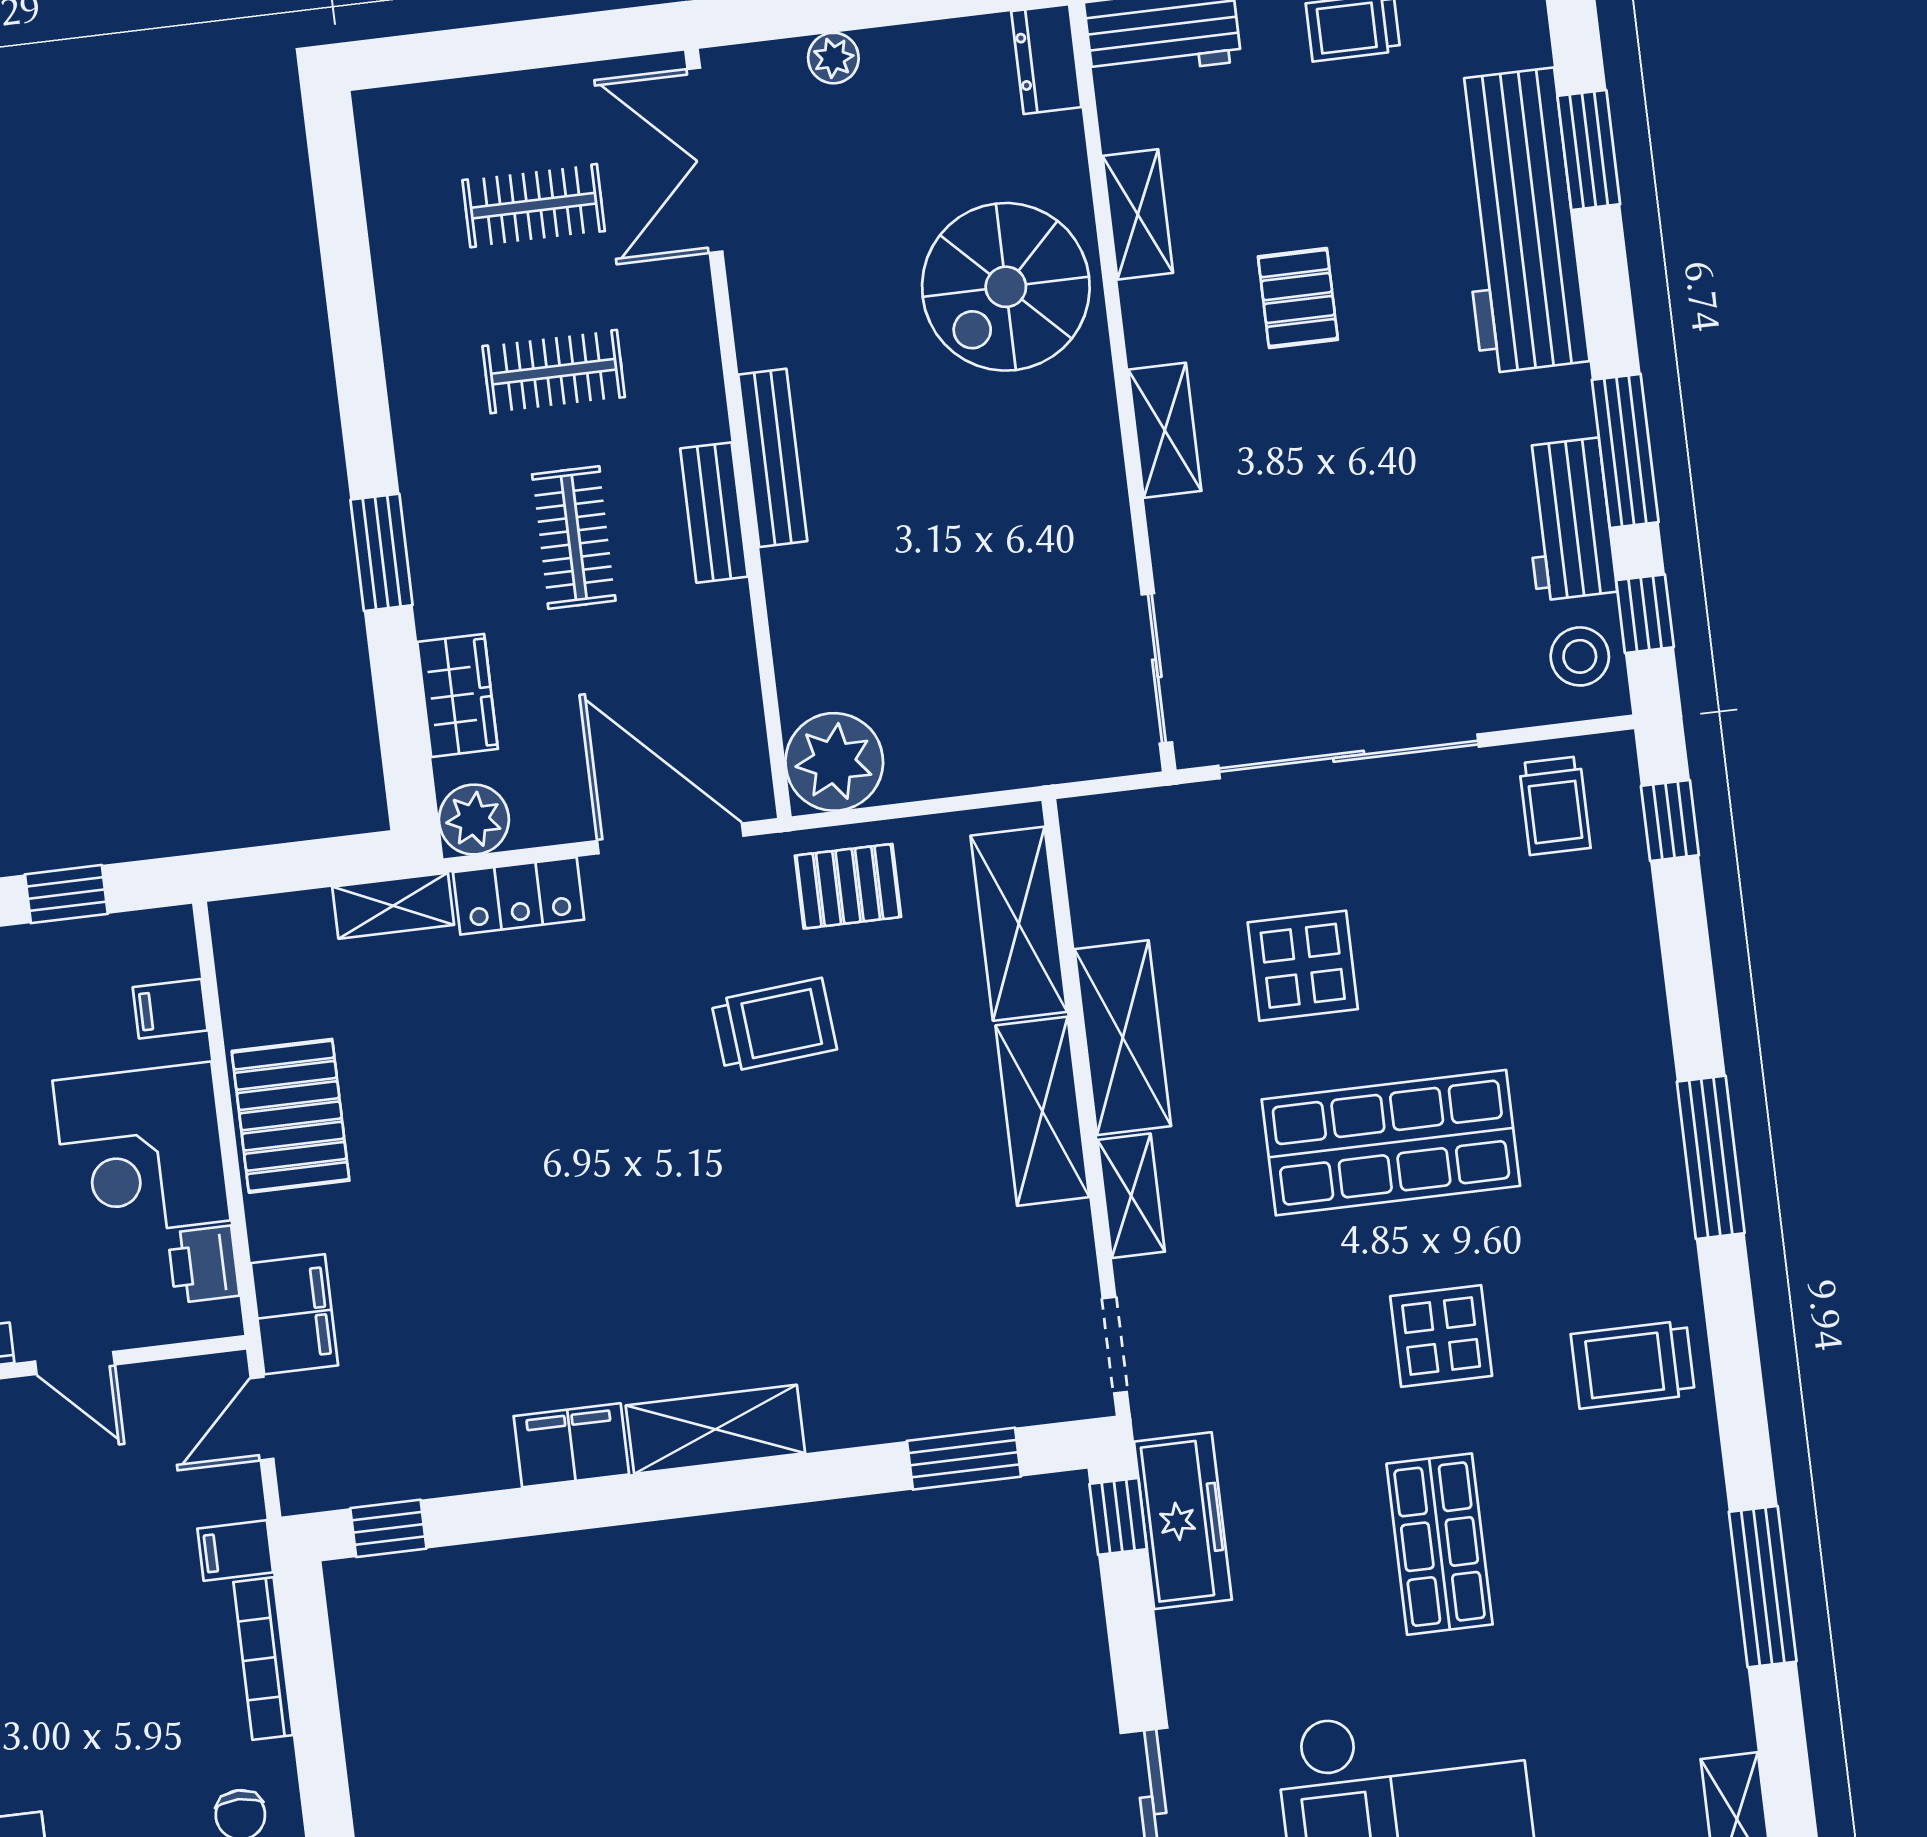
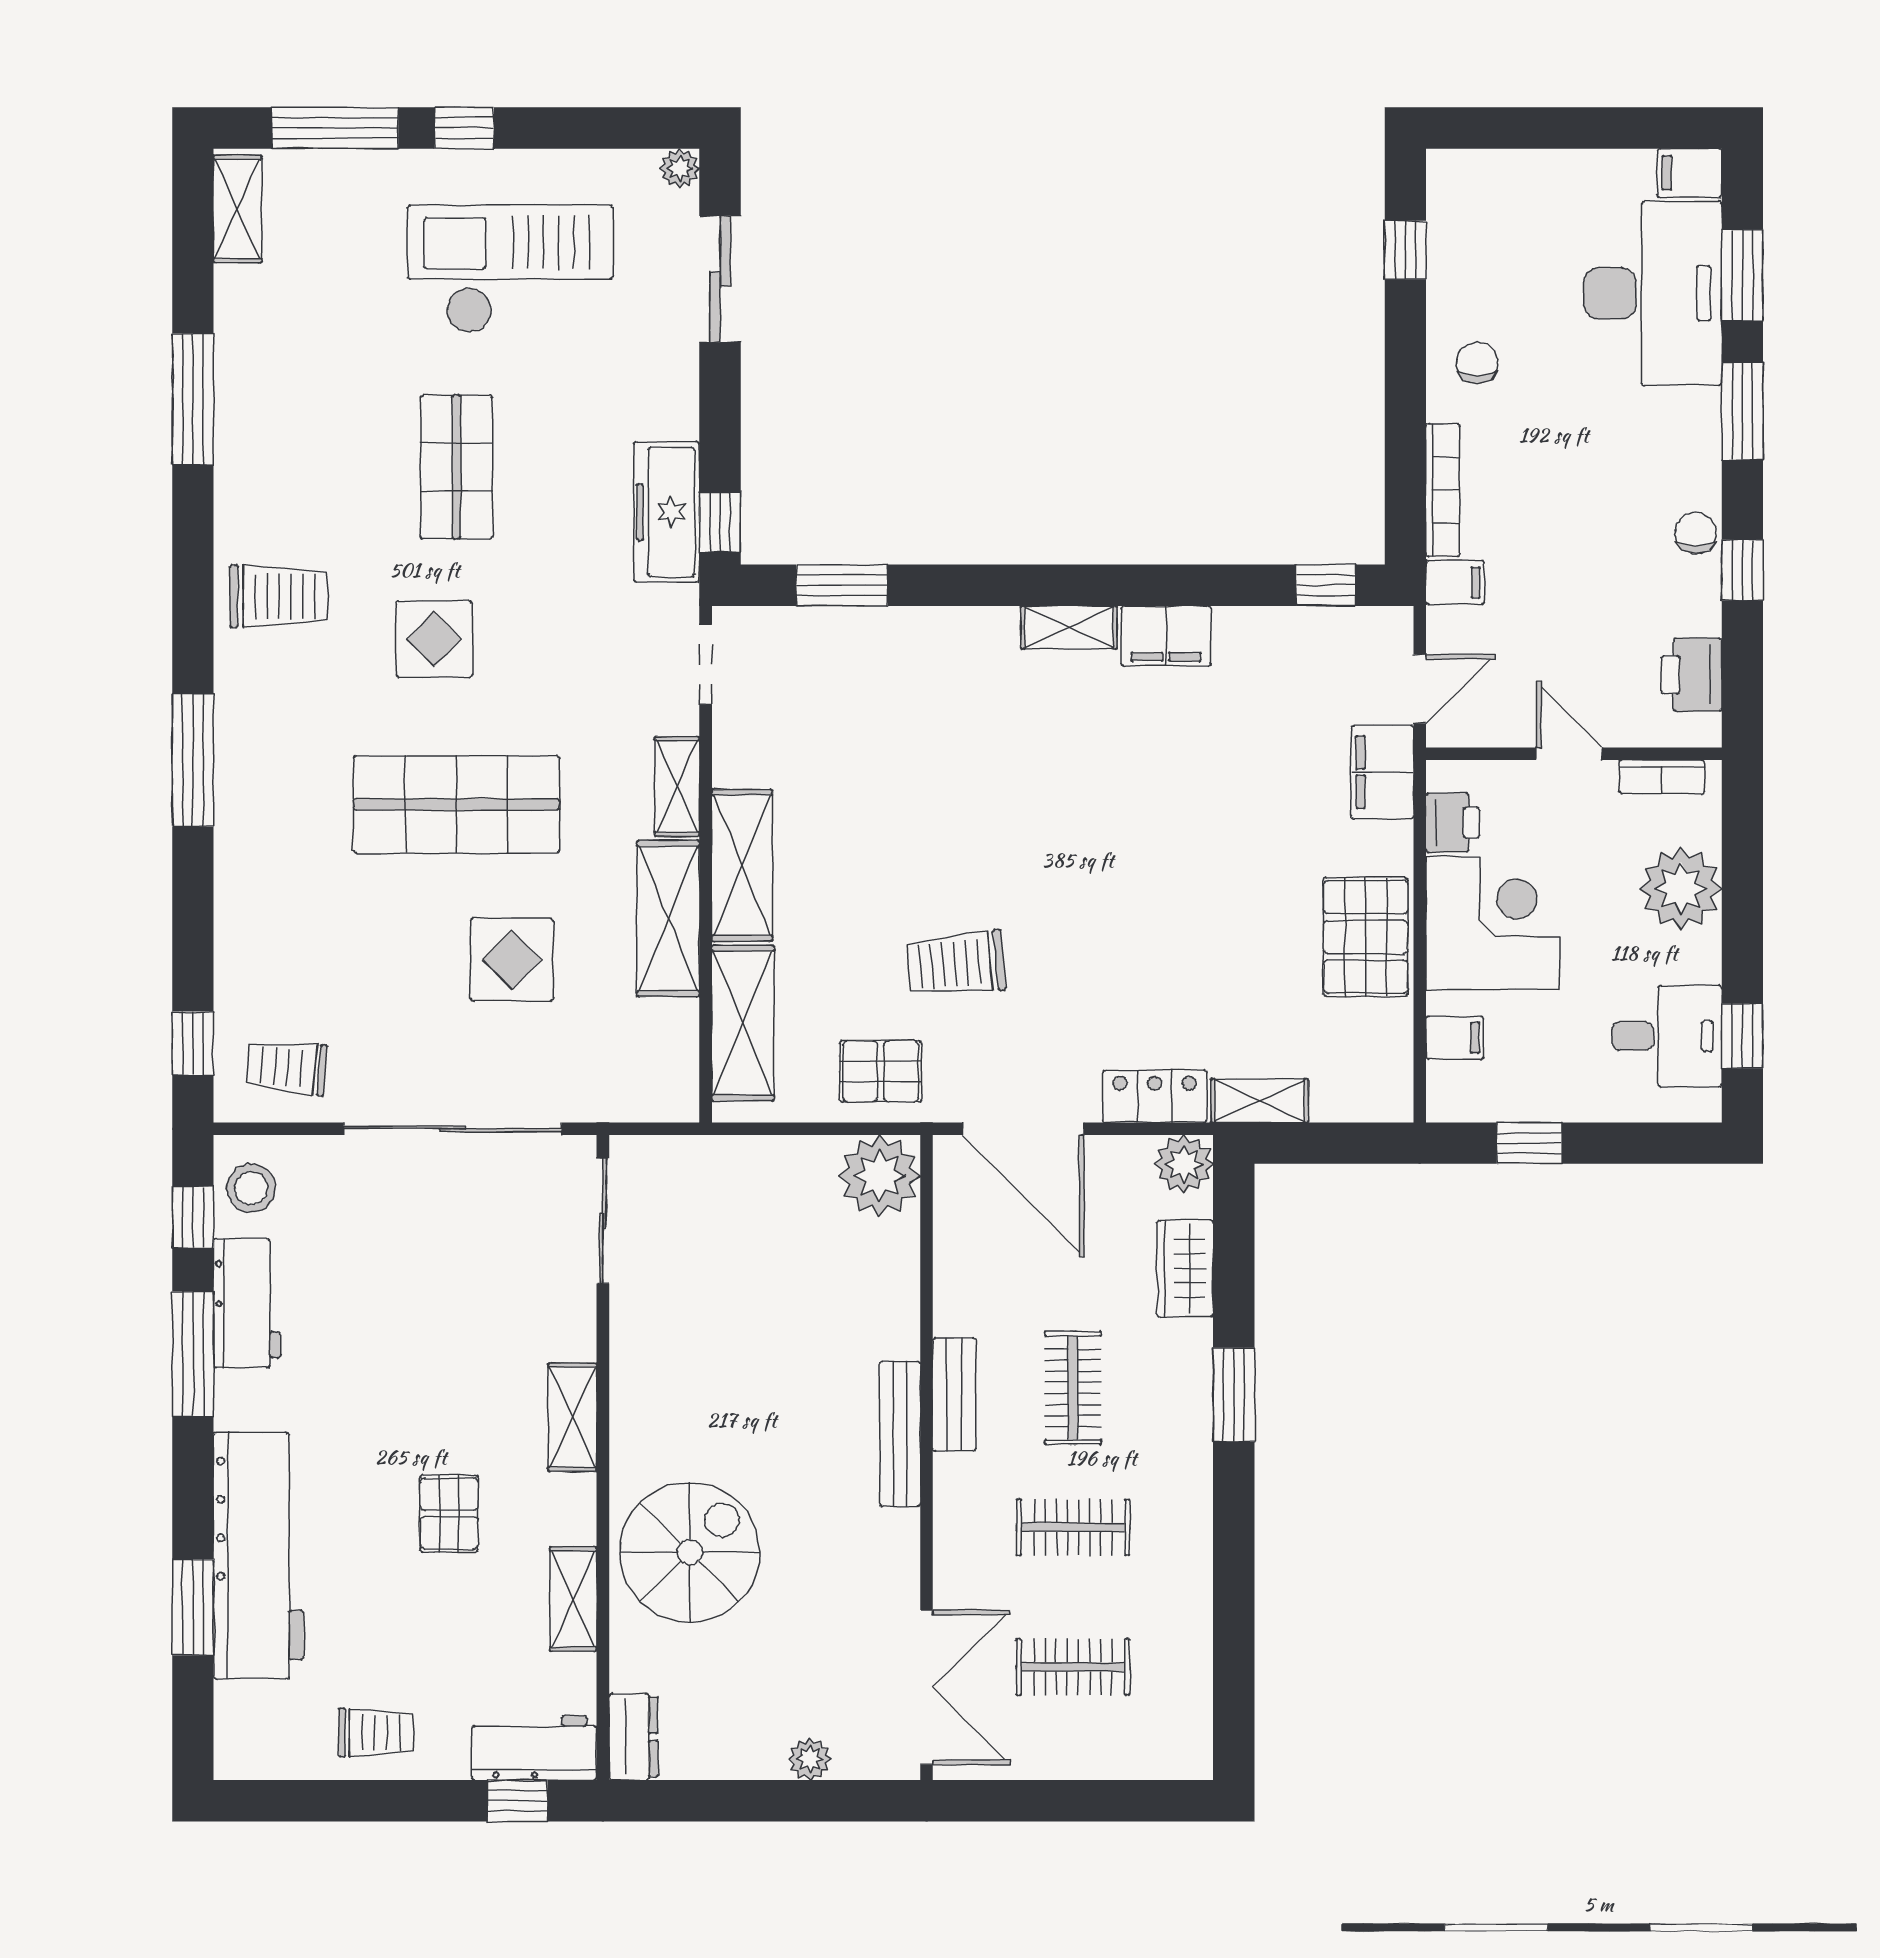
trolley: (1555, 806) -> (287, 1067), turned -85
shelving: (715, 1429) -> (1069, 627), width x0.67, depth x0.75

